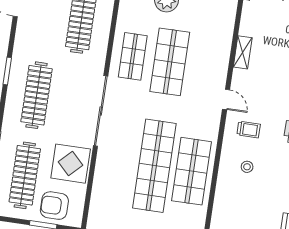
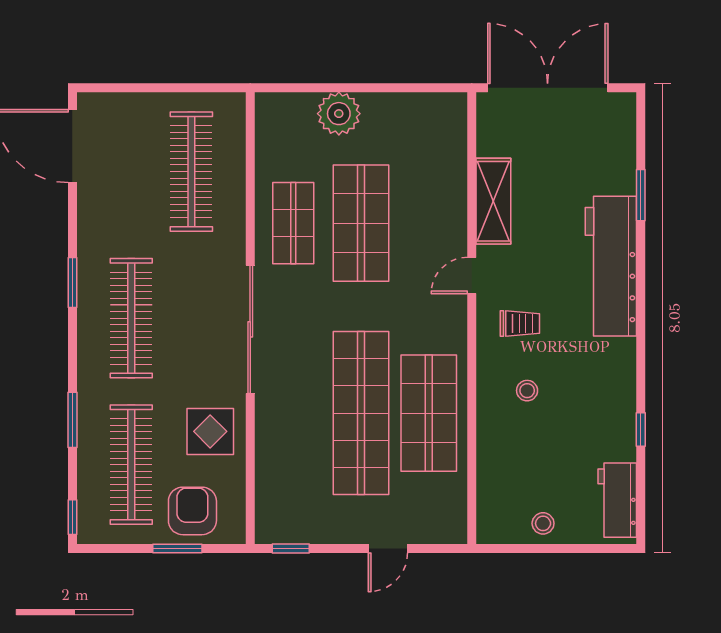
shelving: (243, 52) -> (493, 201), width x1.50, depth x1.33
door: (226, 99) -> (472, 276), swing flipped
display table: (71, 164) -> (210, 431), width x0.73, depth x0.73
armchair: (54, 206) -> (192, 511), turned 90

